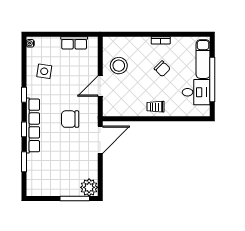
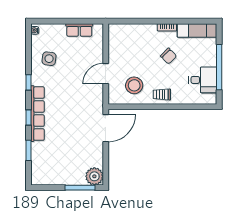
exam couch: (203, 59) -> (197, 30), moved, turned -90
stool: (119, 66) -> (134, 85), moved
chair: (70, 119) -> (75, 107), removed

